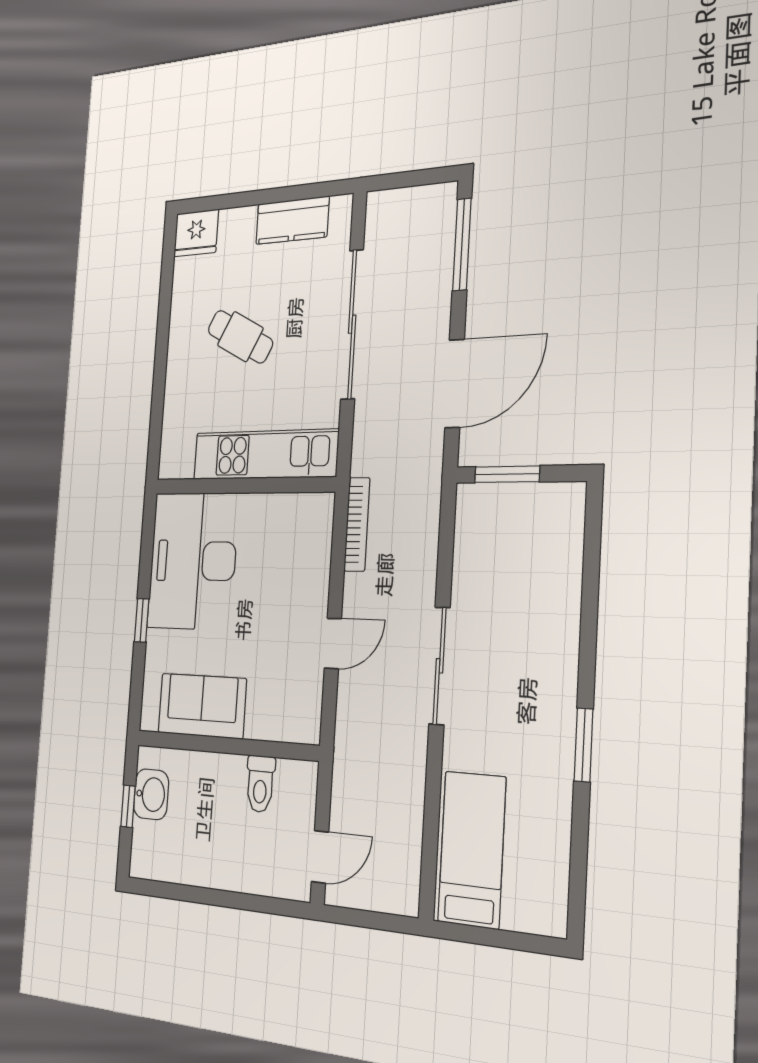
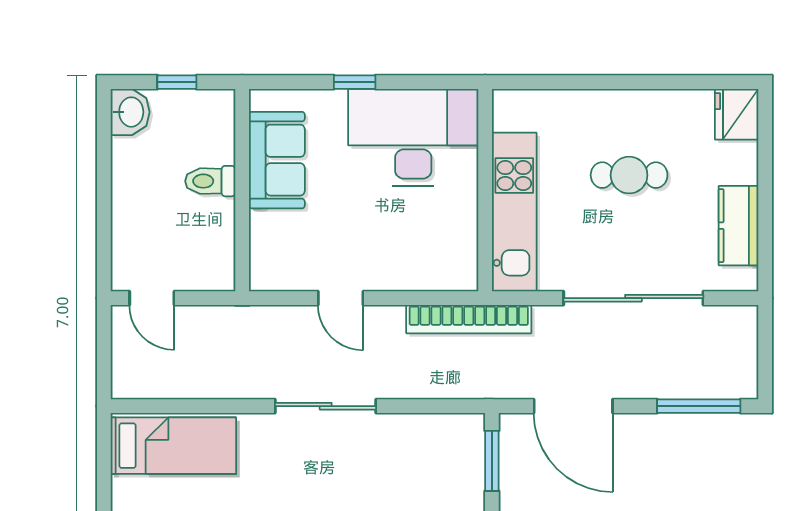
cafe table: (240, 337) -> (629, 175), turned 62
bookcase: (357, 524) -> (469, 319), width x1.48, depth x1.31
toilet: (260, 784) -> (210, 181), moved
washbasin: (151, 794) -> (130, 112), moved, turned -90

